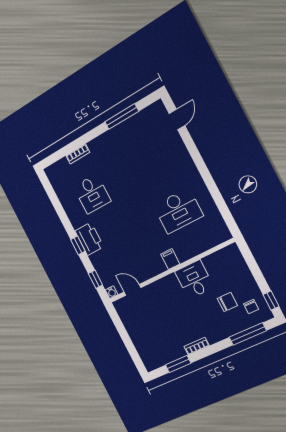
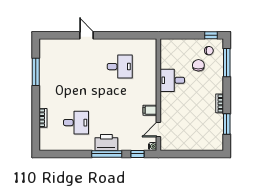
door: (177, 119) -> (87, 35), moved
desk: (178, 211) -> (120, 67), width x0.73
window: (78, 245) -> (107, 154), width x2.17
filing cabinet: (170, 259) -> (150, 110), moved

